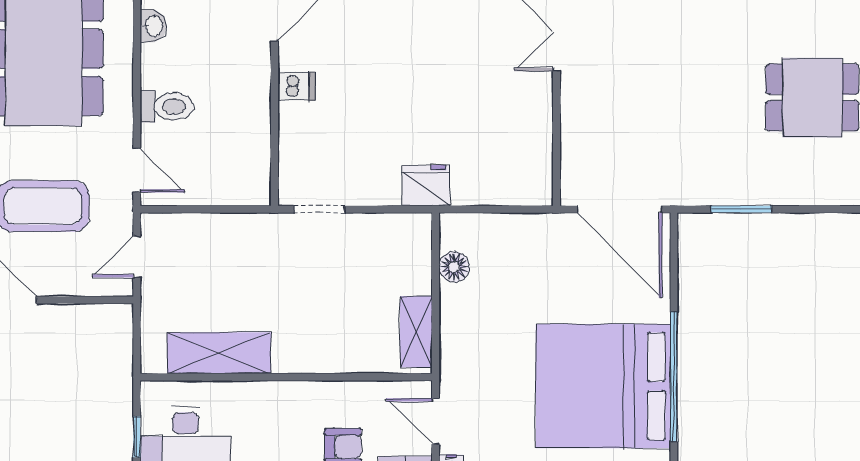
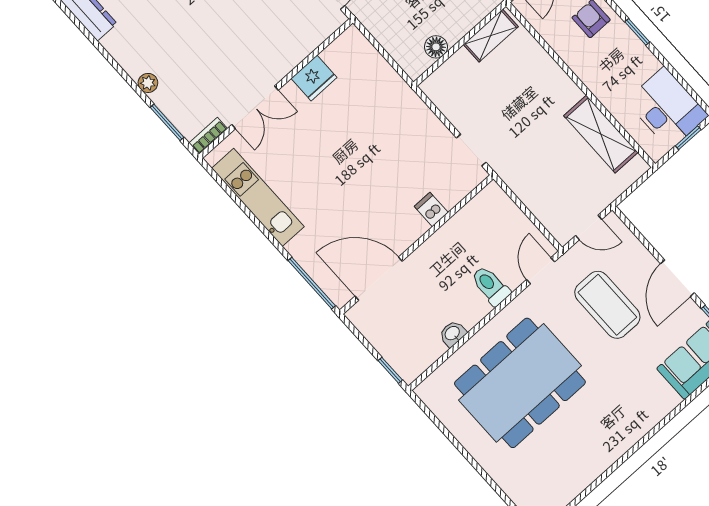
dishwasher: (296, 86) -> (431, 209), moved
fridge: (426, 186) -> (314, 78), moved, turned -90

